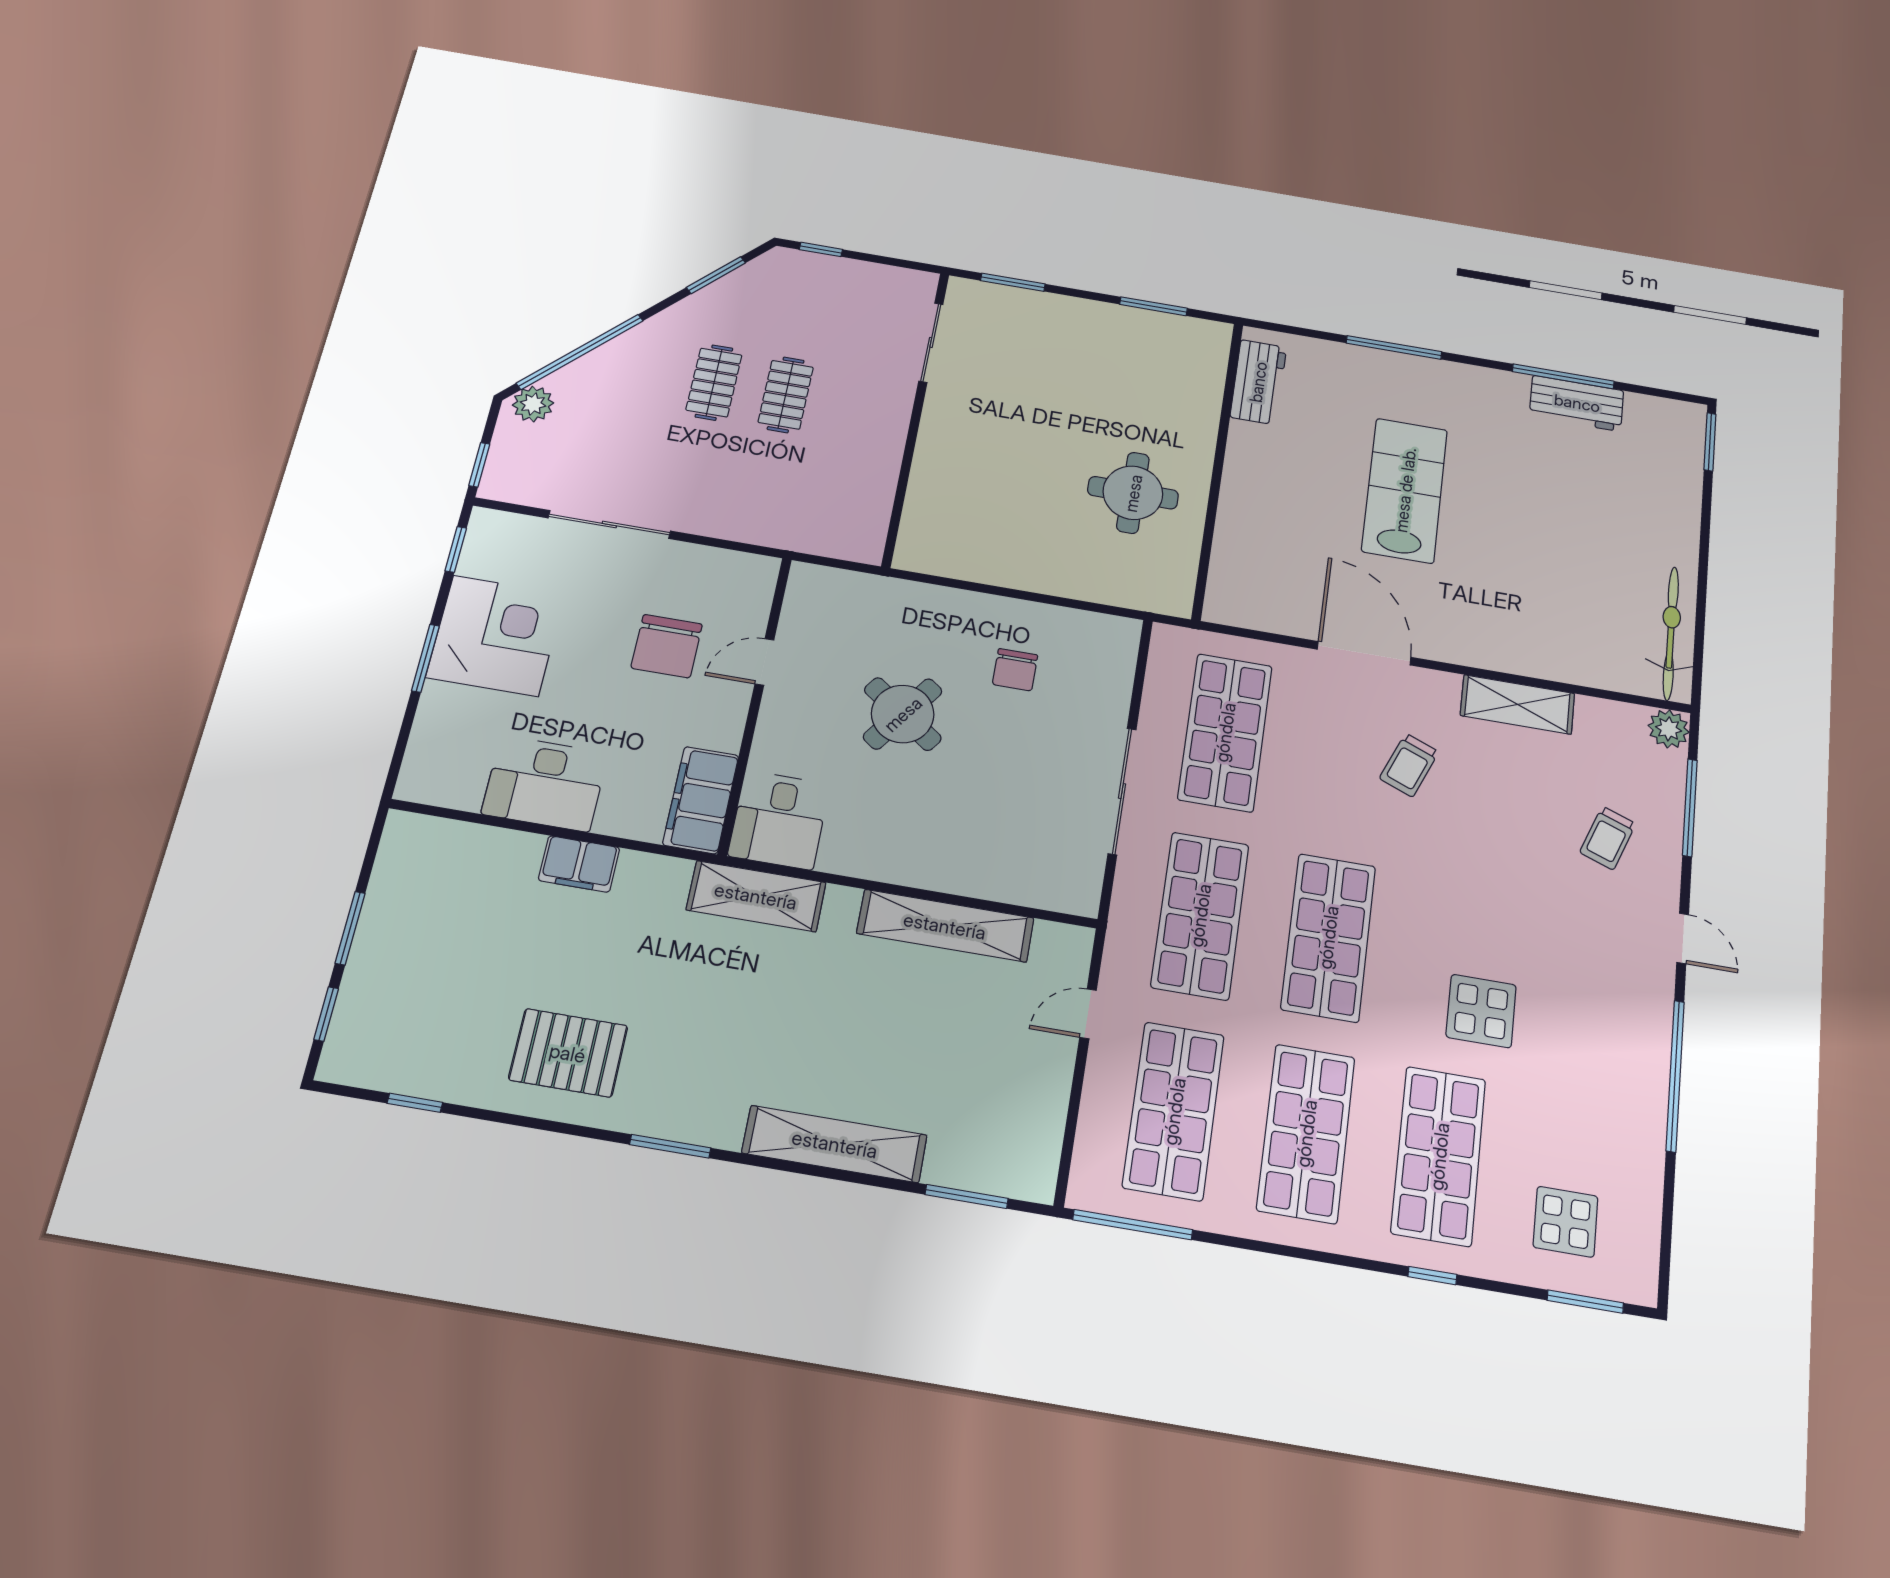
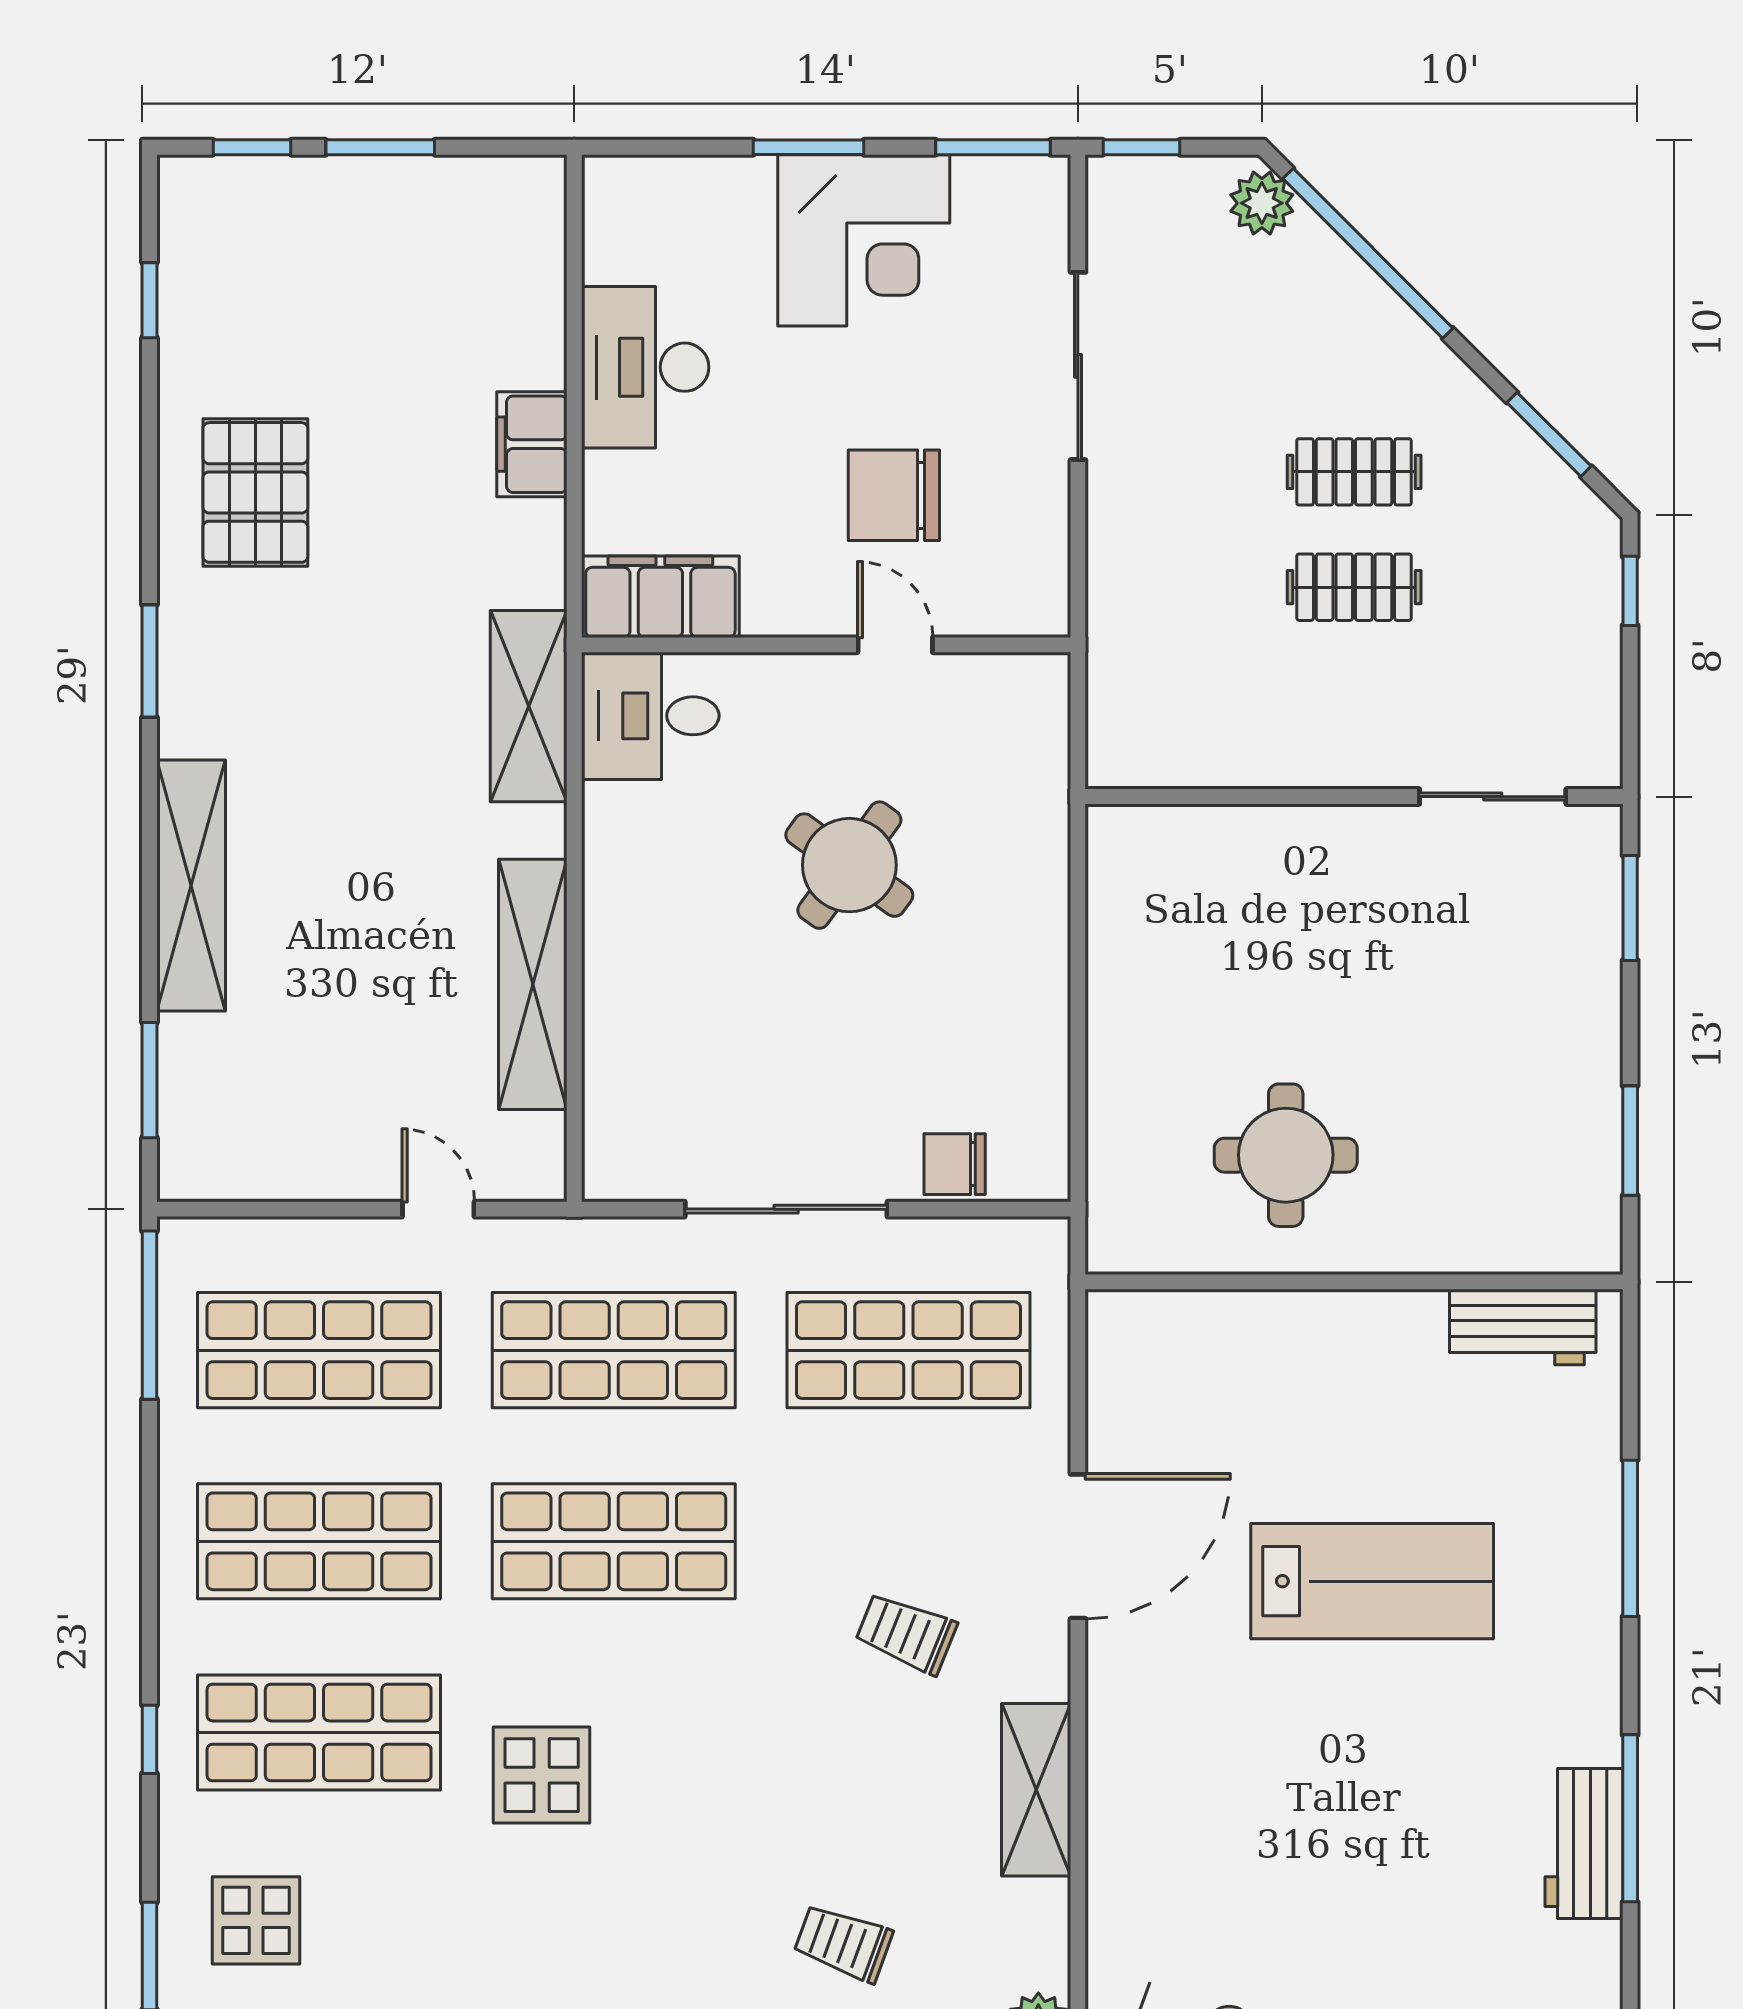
window: (456, 549) -> (993, 147), width x1.50
chair: (1015, 670) -> (955, 1164), moved

